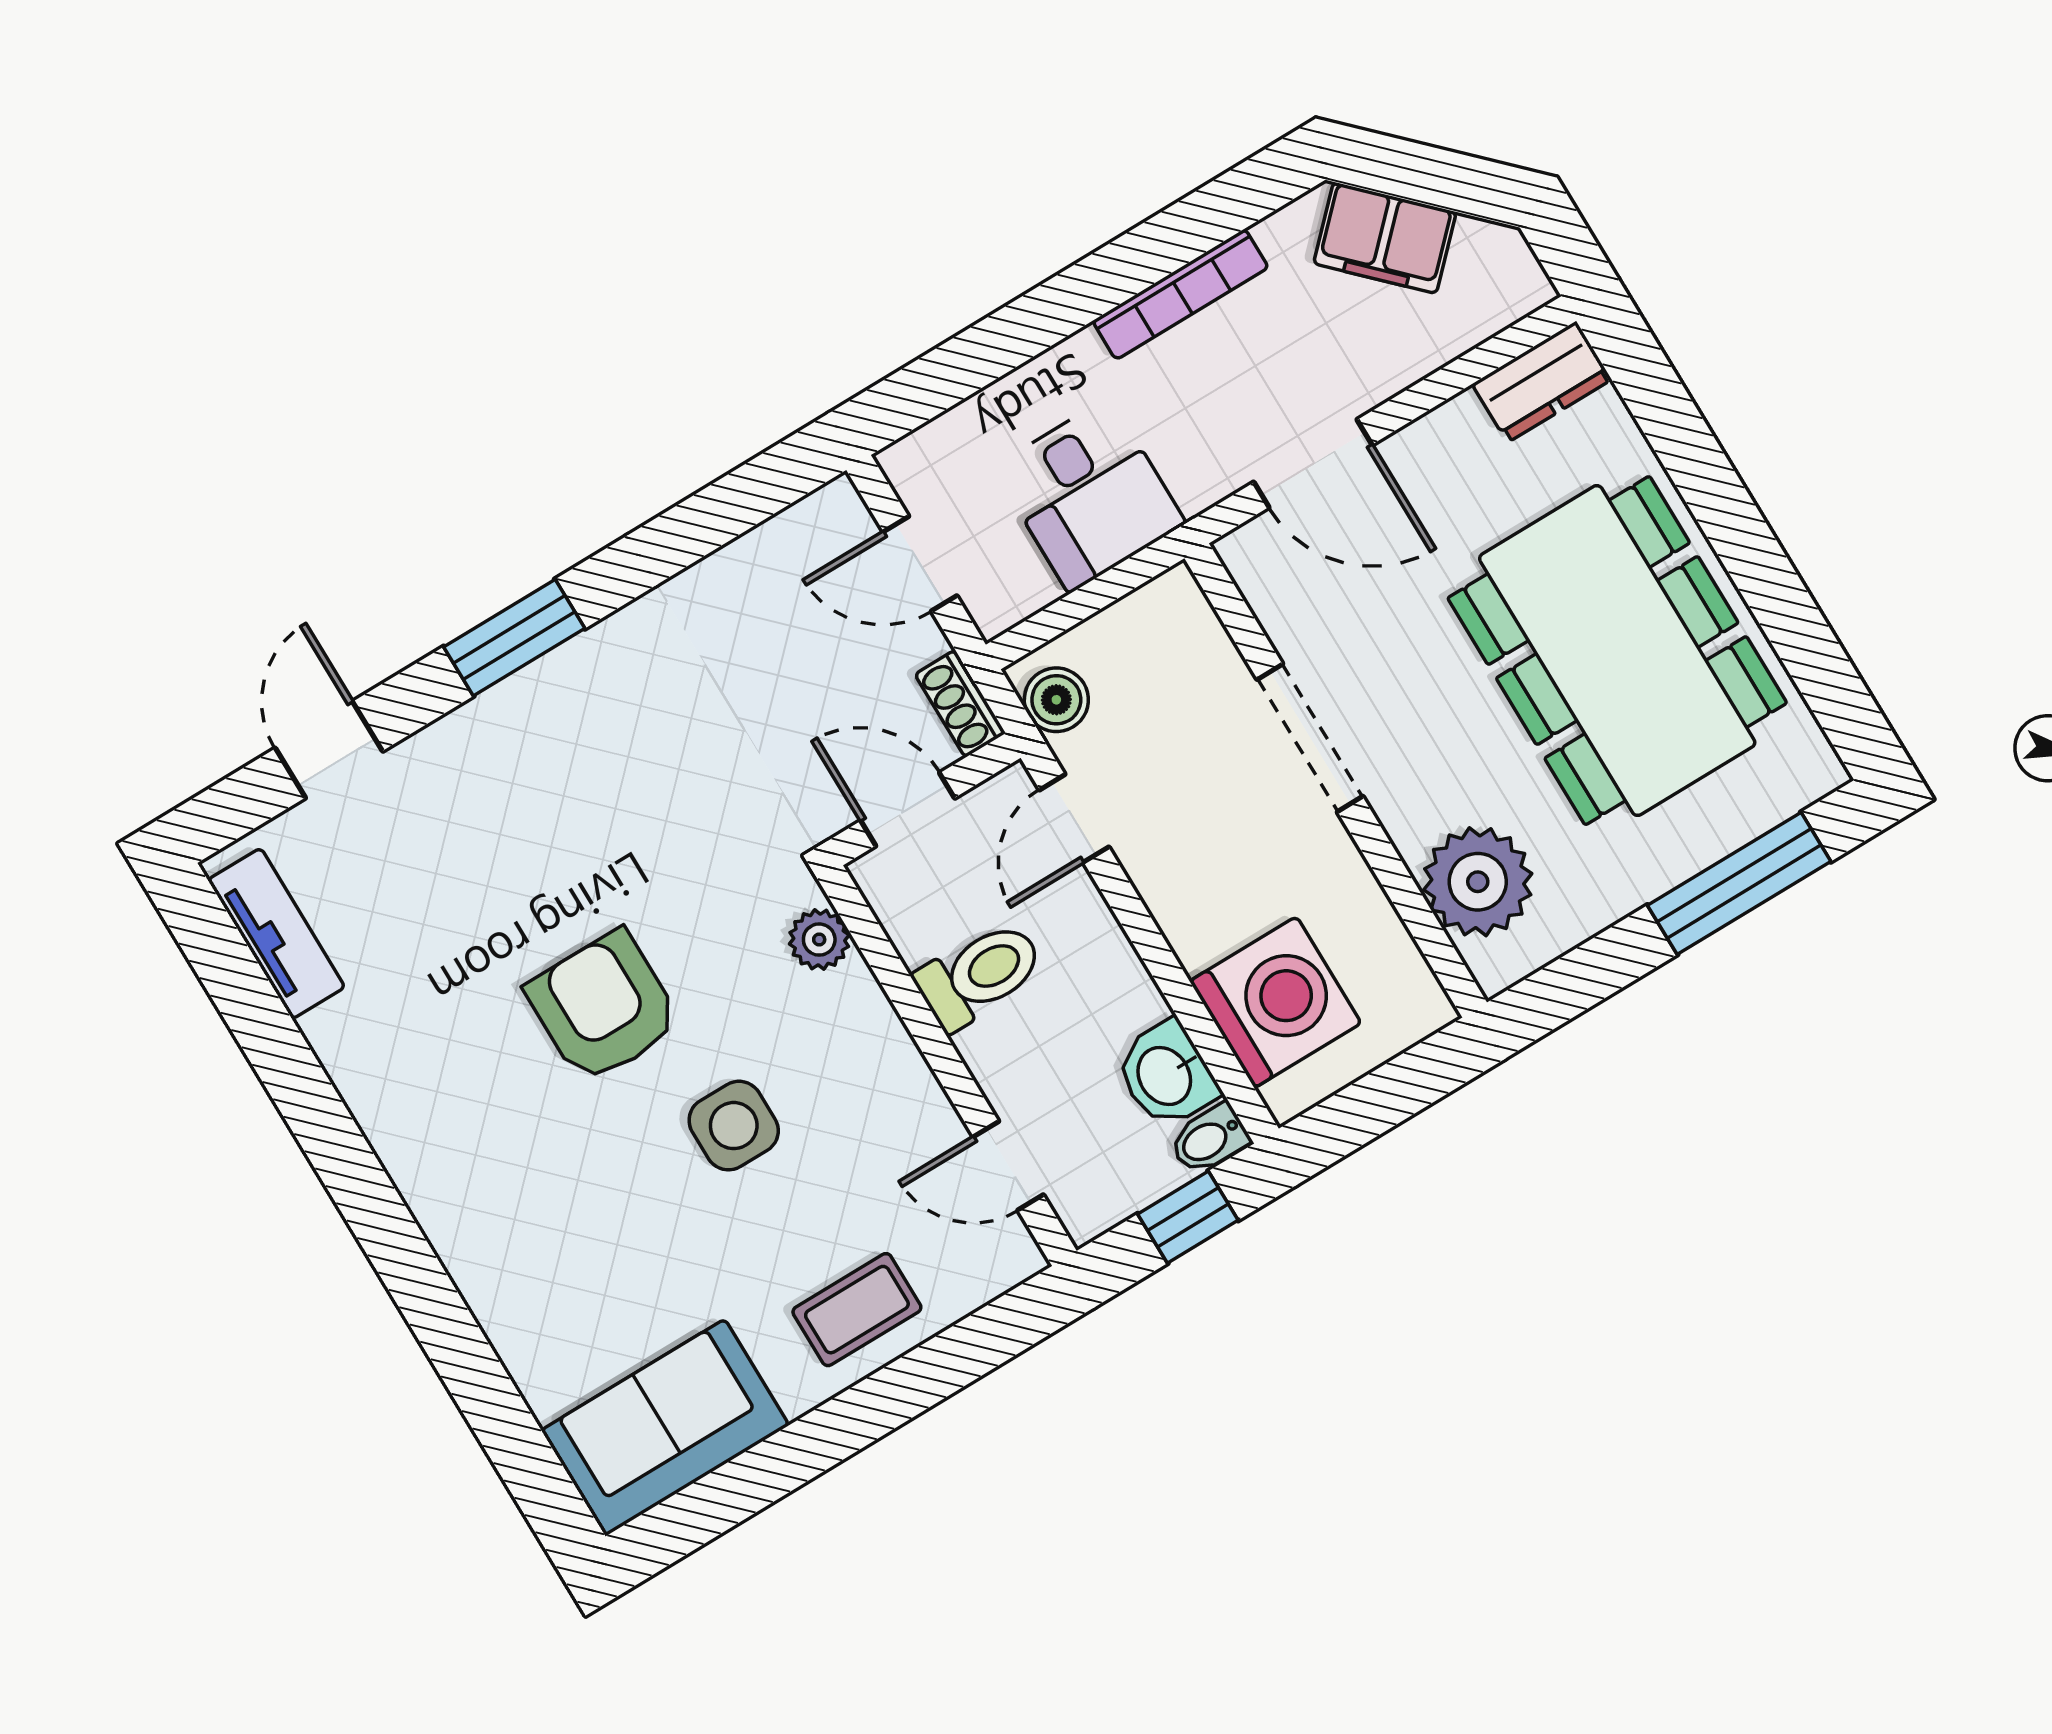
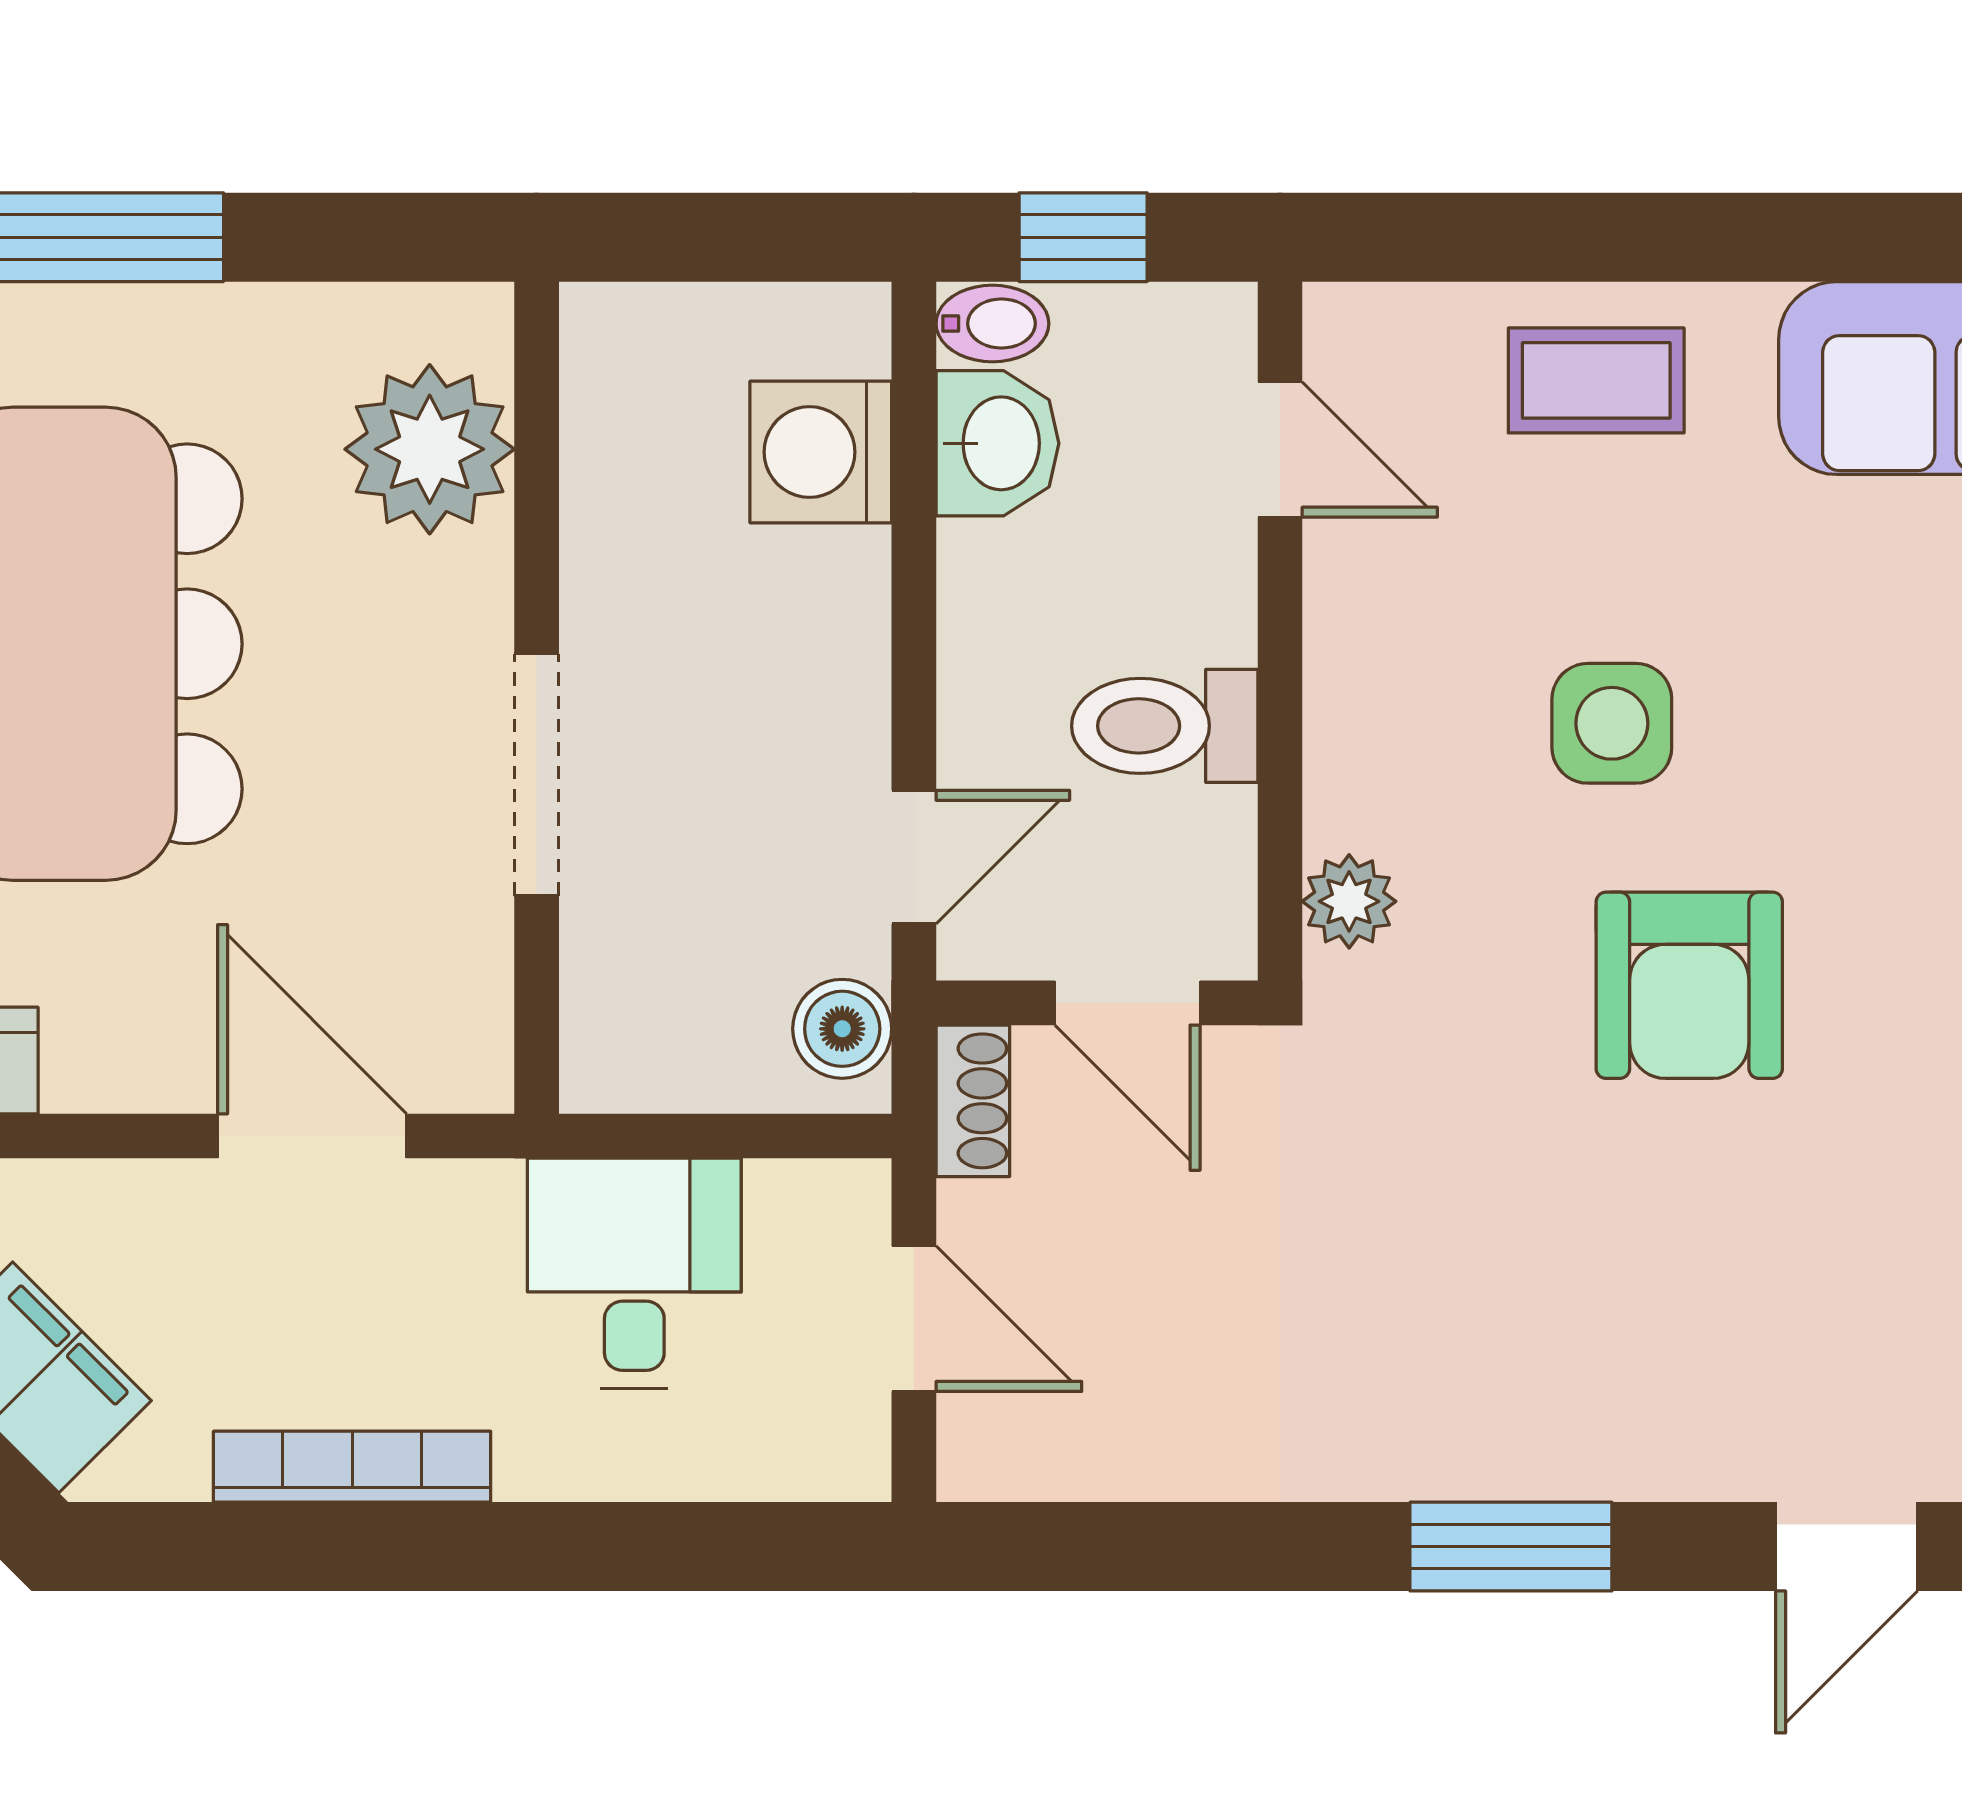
washing machine: (1275, 1002) -> (821, 452), width x0.73, depth x0.73

